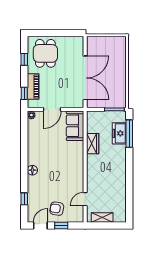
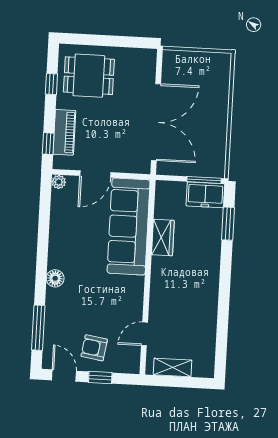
dining table: (45, 53) -> (89, 76), turned 90
sofa: (75, 126) -> (129, 226), width x1.85, depth x1.27
freezer: (119, 133) -> (205, 195), moved, turned -90
window: (129, 134) -> (228, 224), width x0.69
window: (24, 199) -> (38, 328), width x2.17
door: (40, 225) -> (64, 376), hinge flipped

